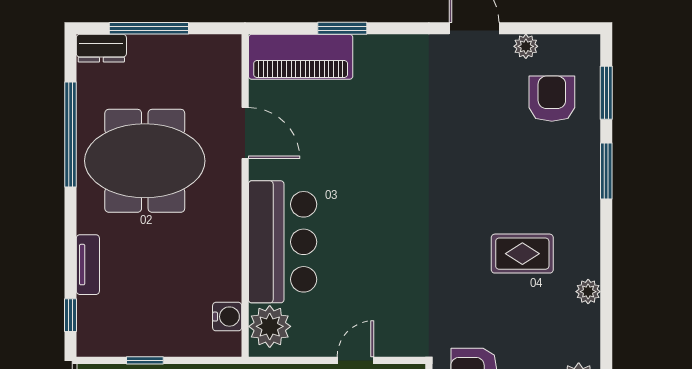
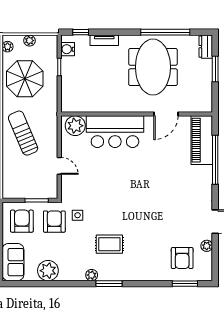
window: (149, 28) -> (215, 69), width x0.69
window: (342, 28) -> (215, 160), width x2.11
armchair: (552, 99) -> (182, 258), turned 90
window: (606, 171) -> (109, 284), moved
rug: (522, 254) -> (109, 244), turned 90
water cooler: (227, 317) -> (68, 49), moved, turned 90
side table: (460, 321) -> (78, 215), added

